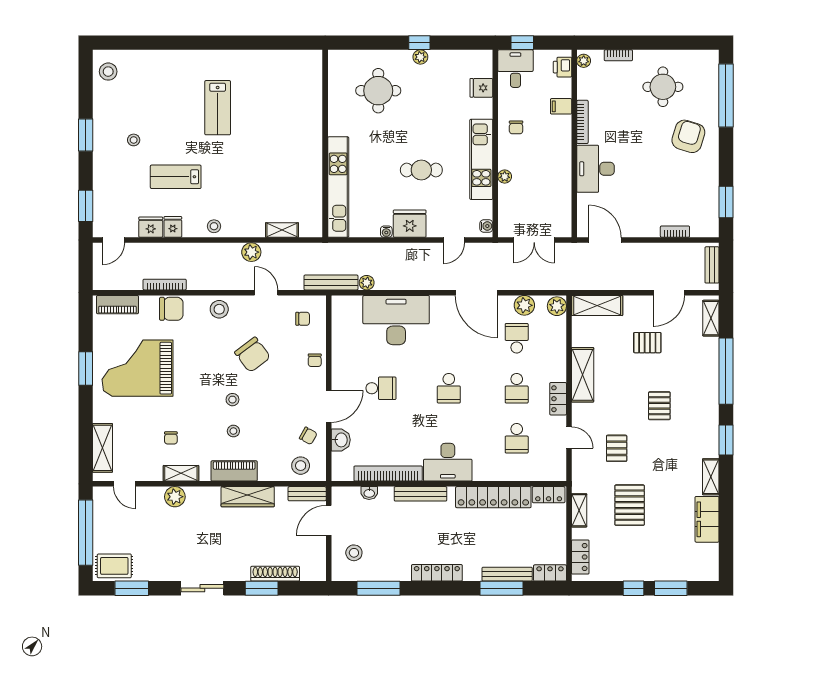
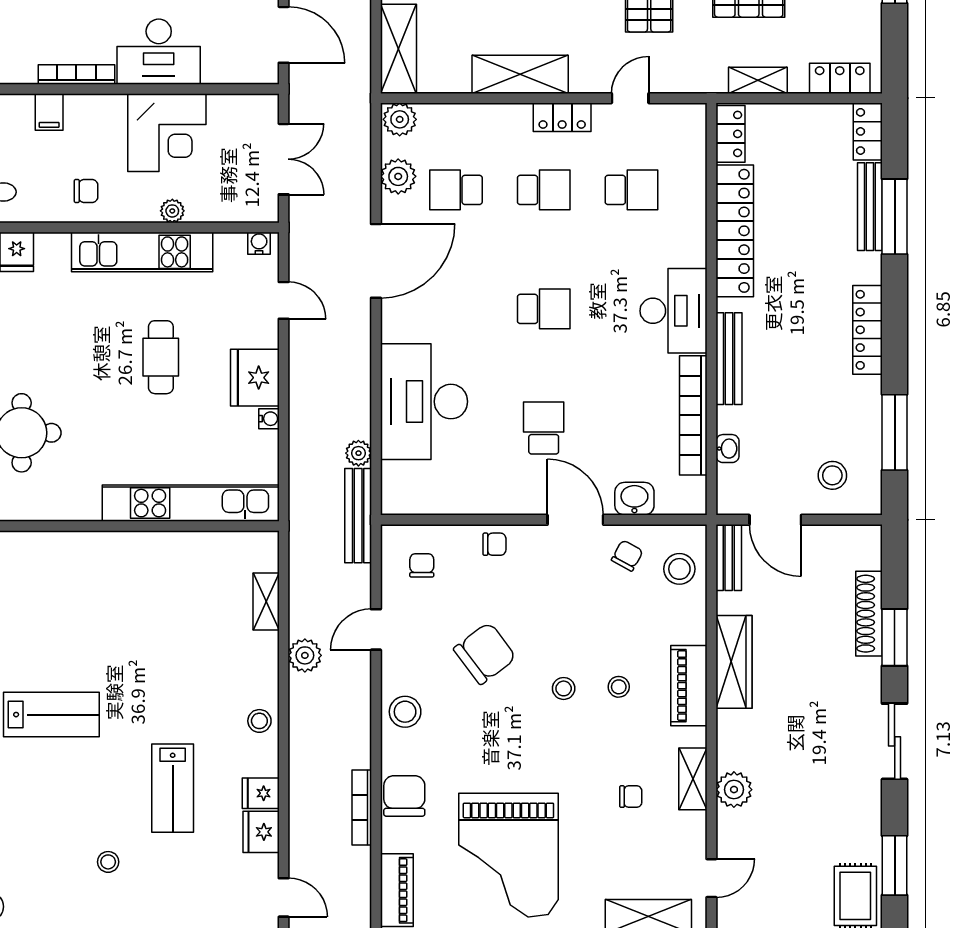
corner desk: (549, 173) -> (167, 133), added
door: (605, 240) -> (284, 35), swing flipped

